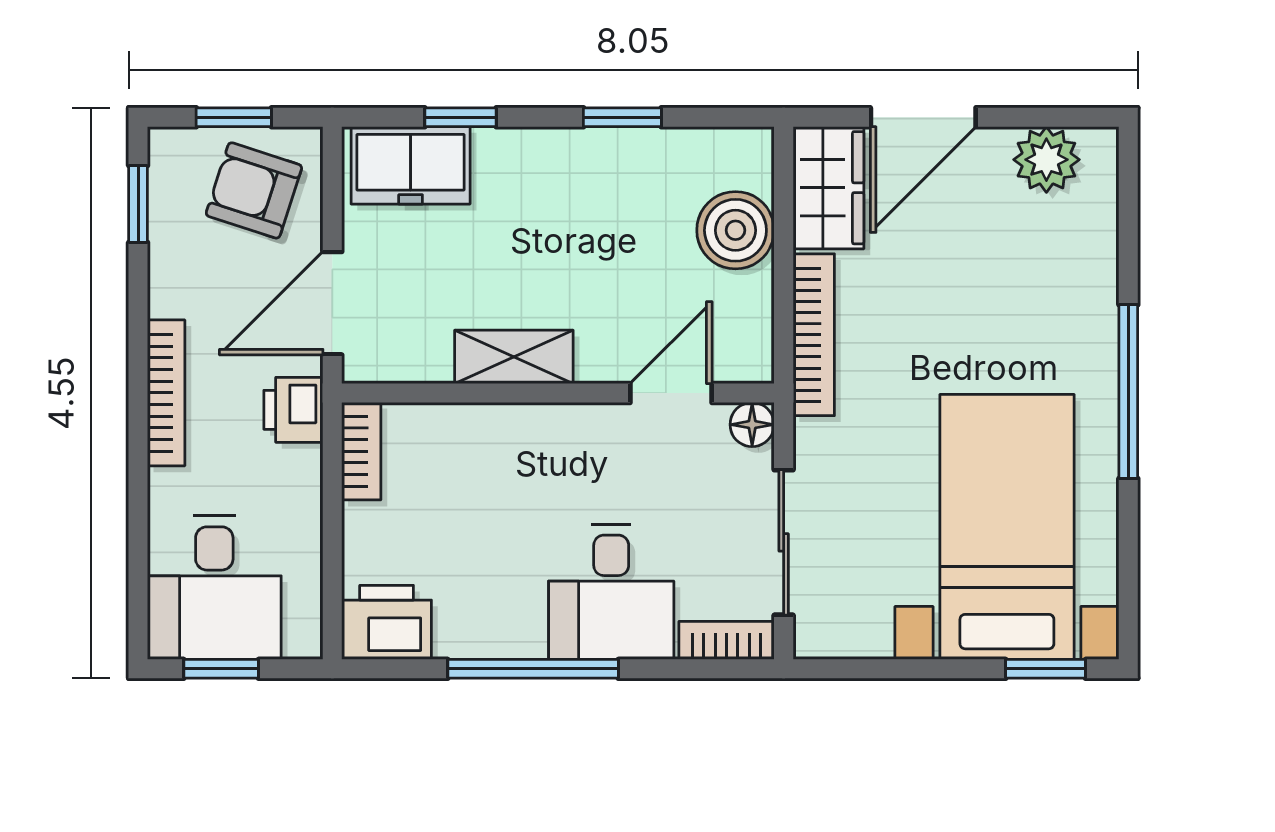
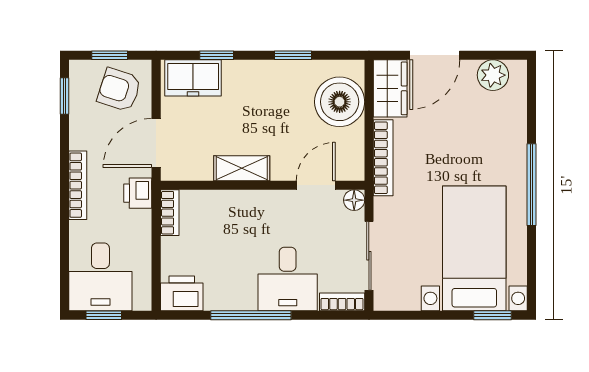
boiler: (735, 230) -> (340, 102), width x1.37, depth x1.37

